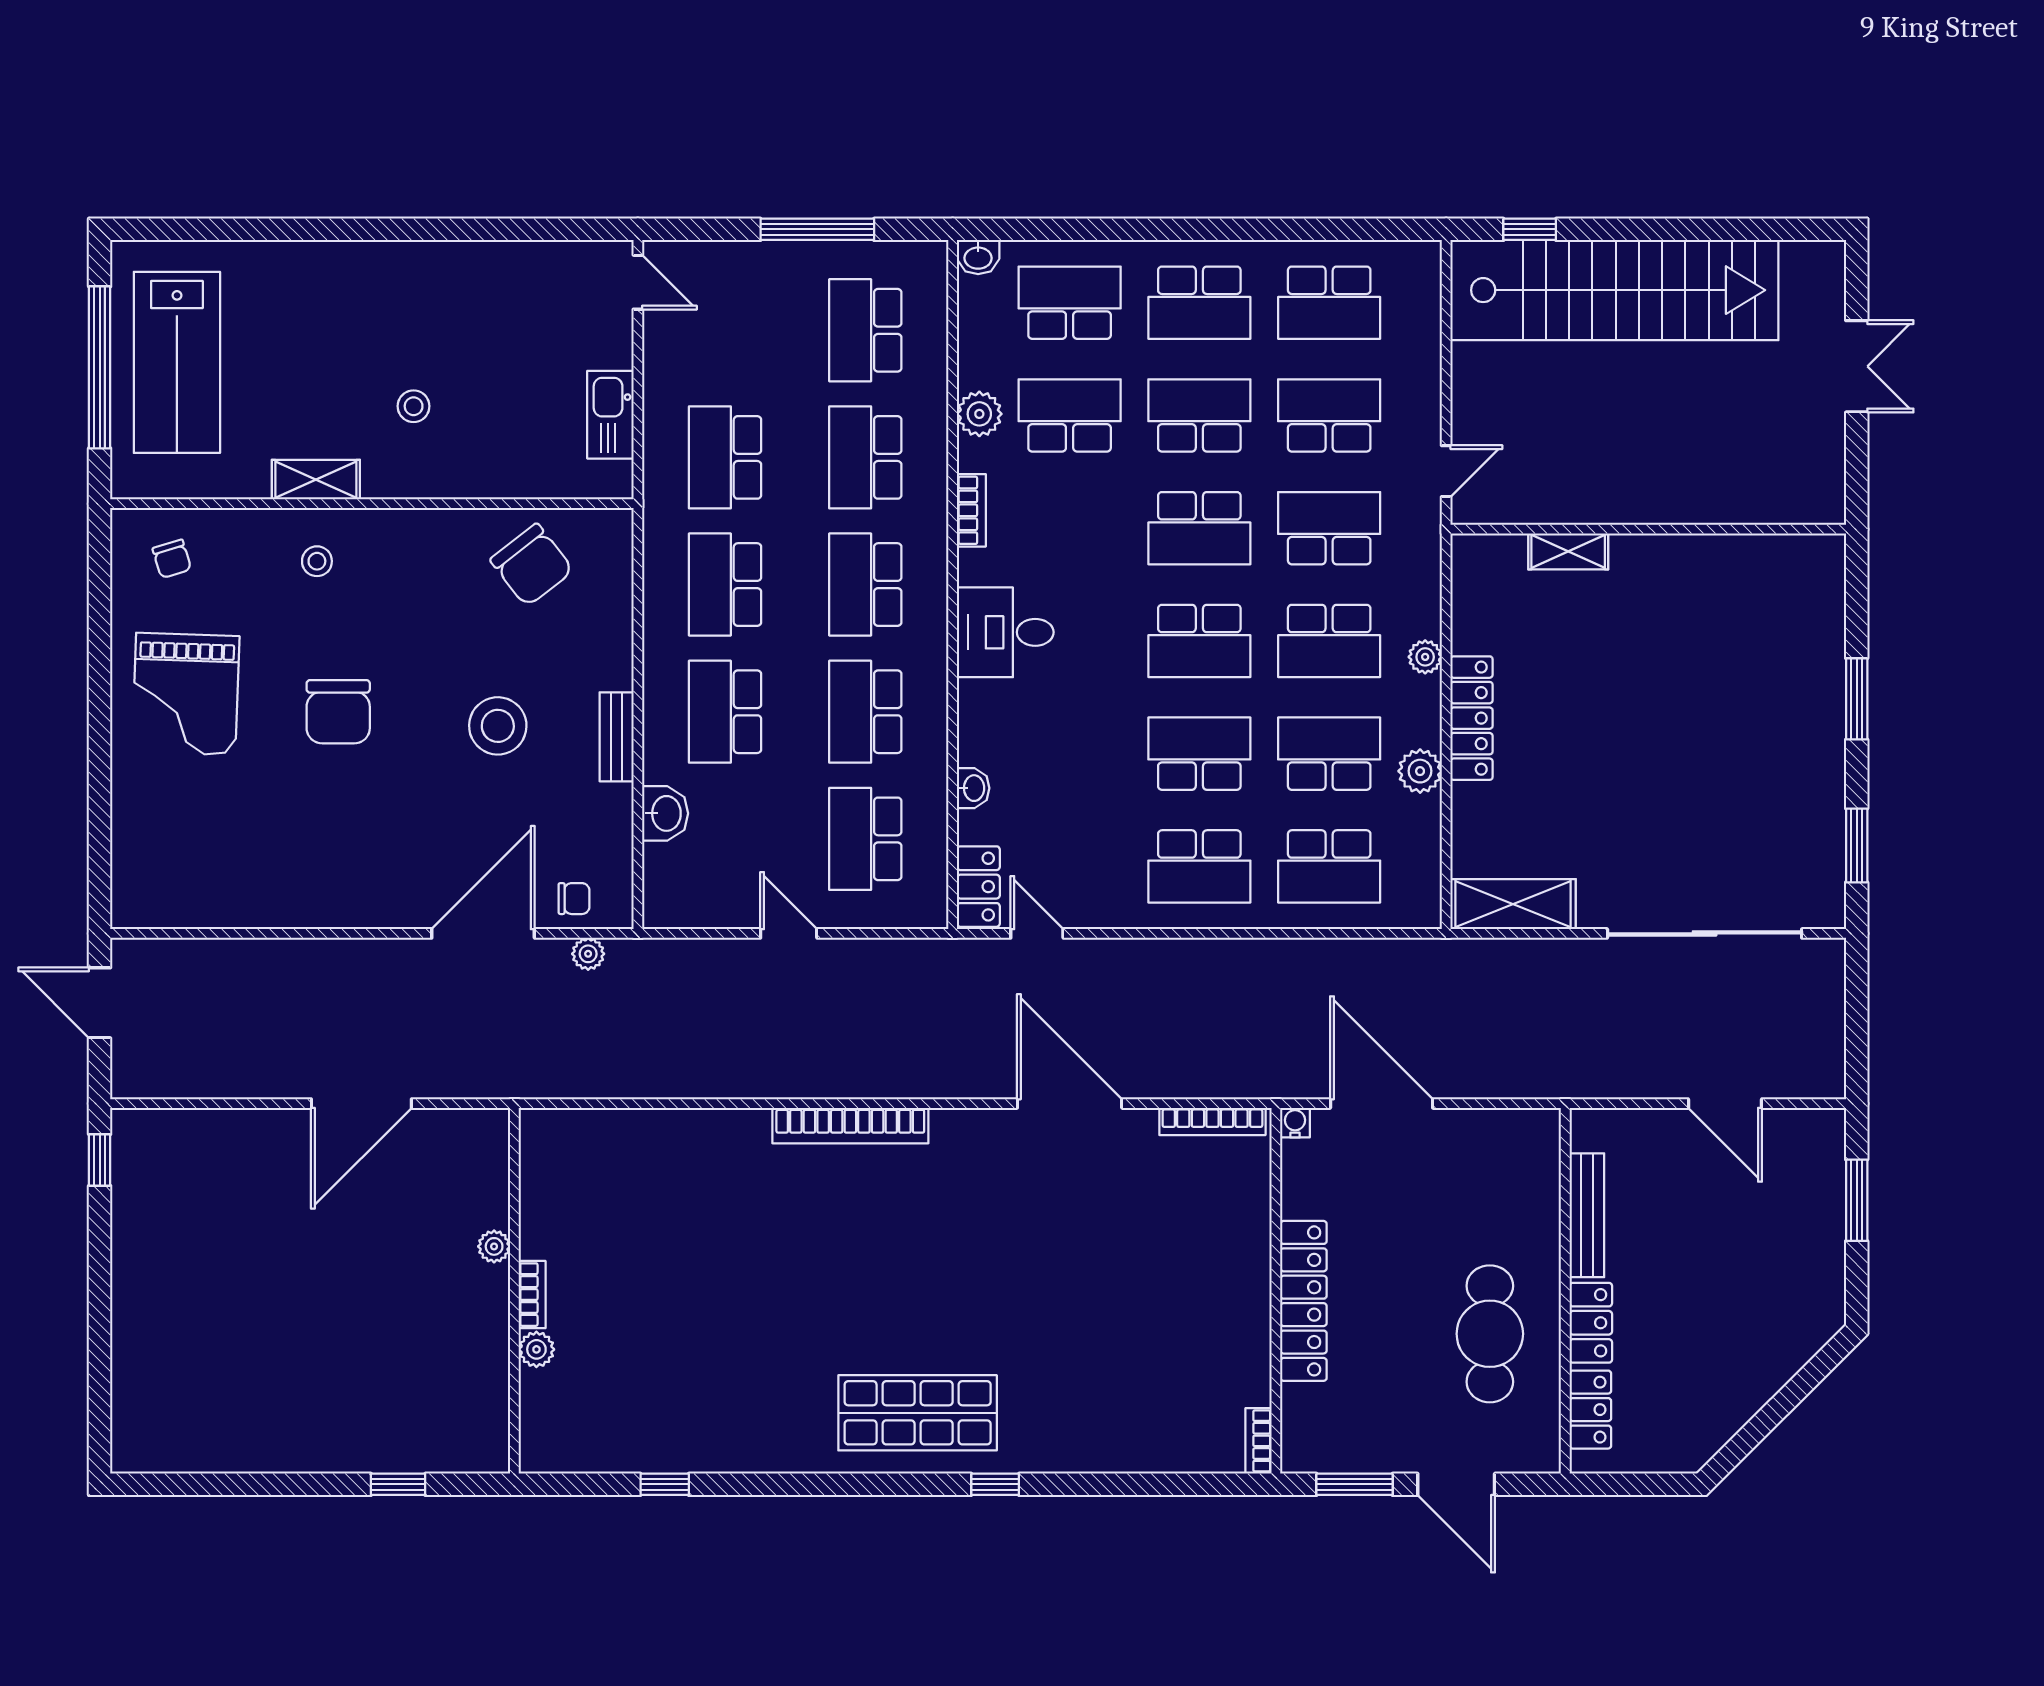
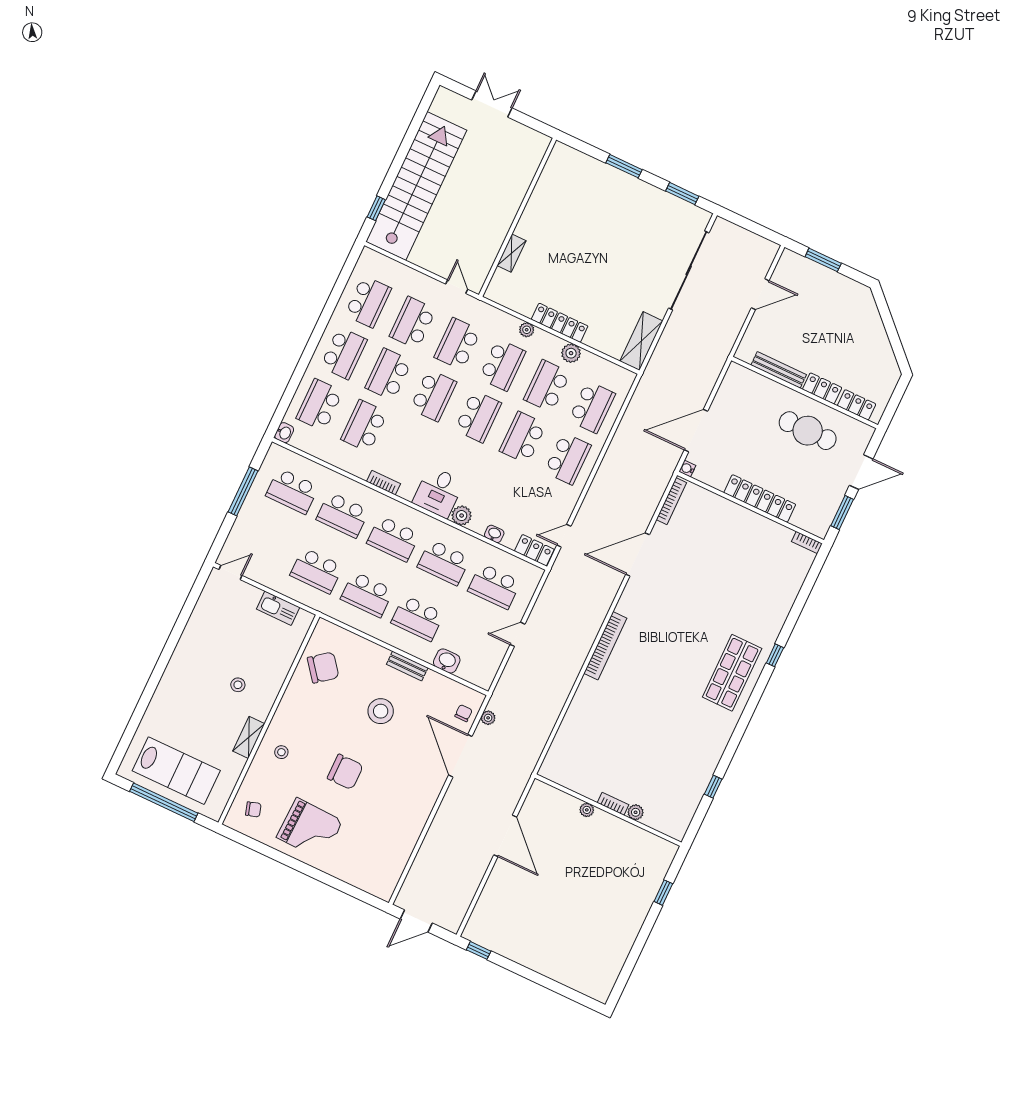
plant: (979, 414) -> (462, 516), moved

